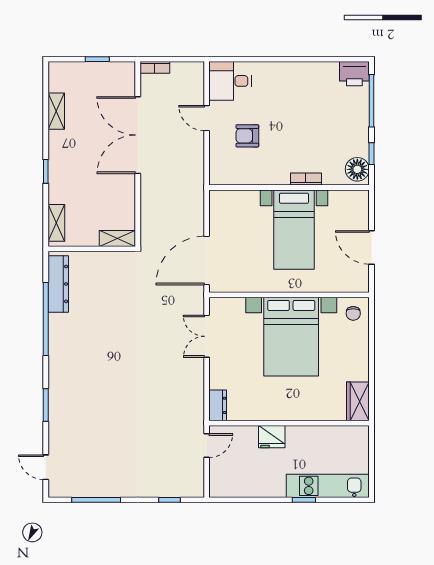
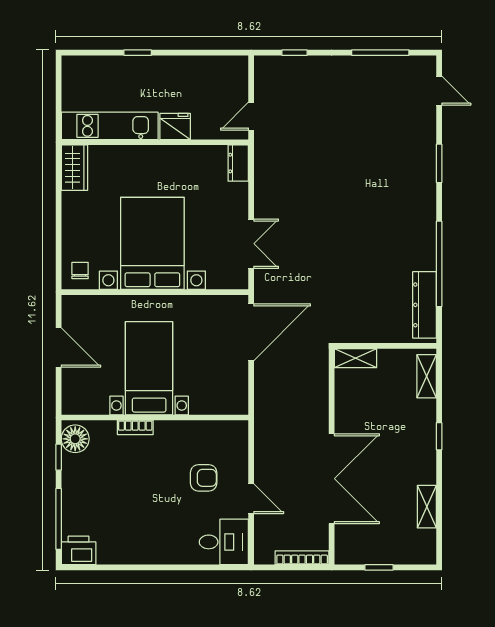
bookcase: (155, 67) -> (302, 558), width x1.56
kitchen unit: (328, 486) -> (110, 126), moved, turned 180

